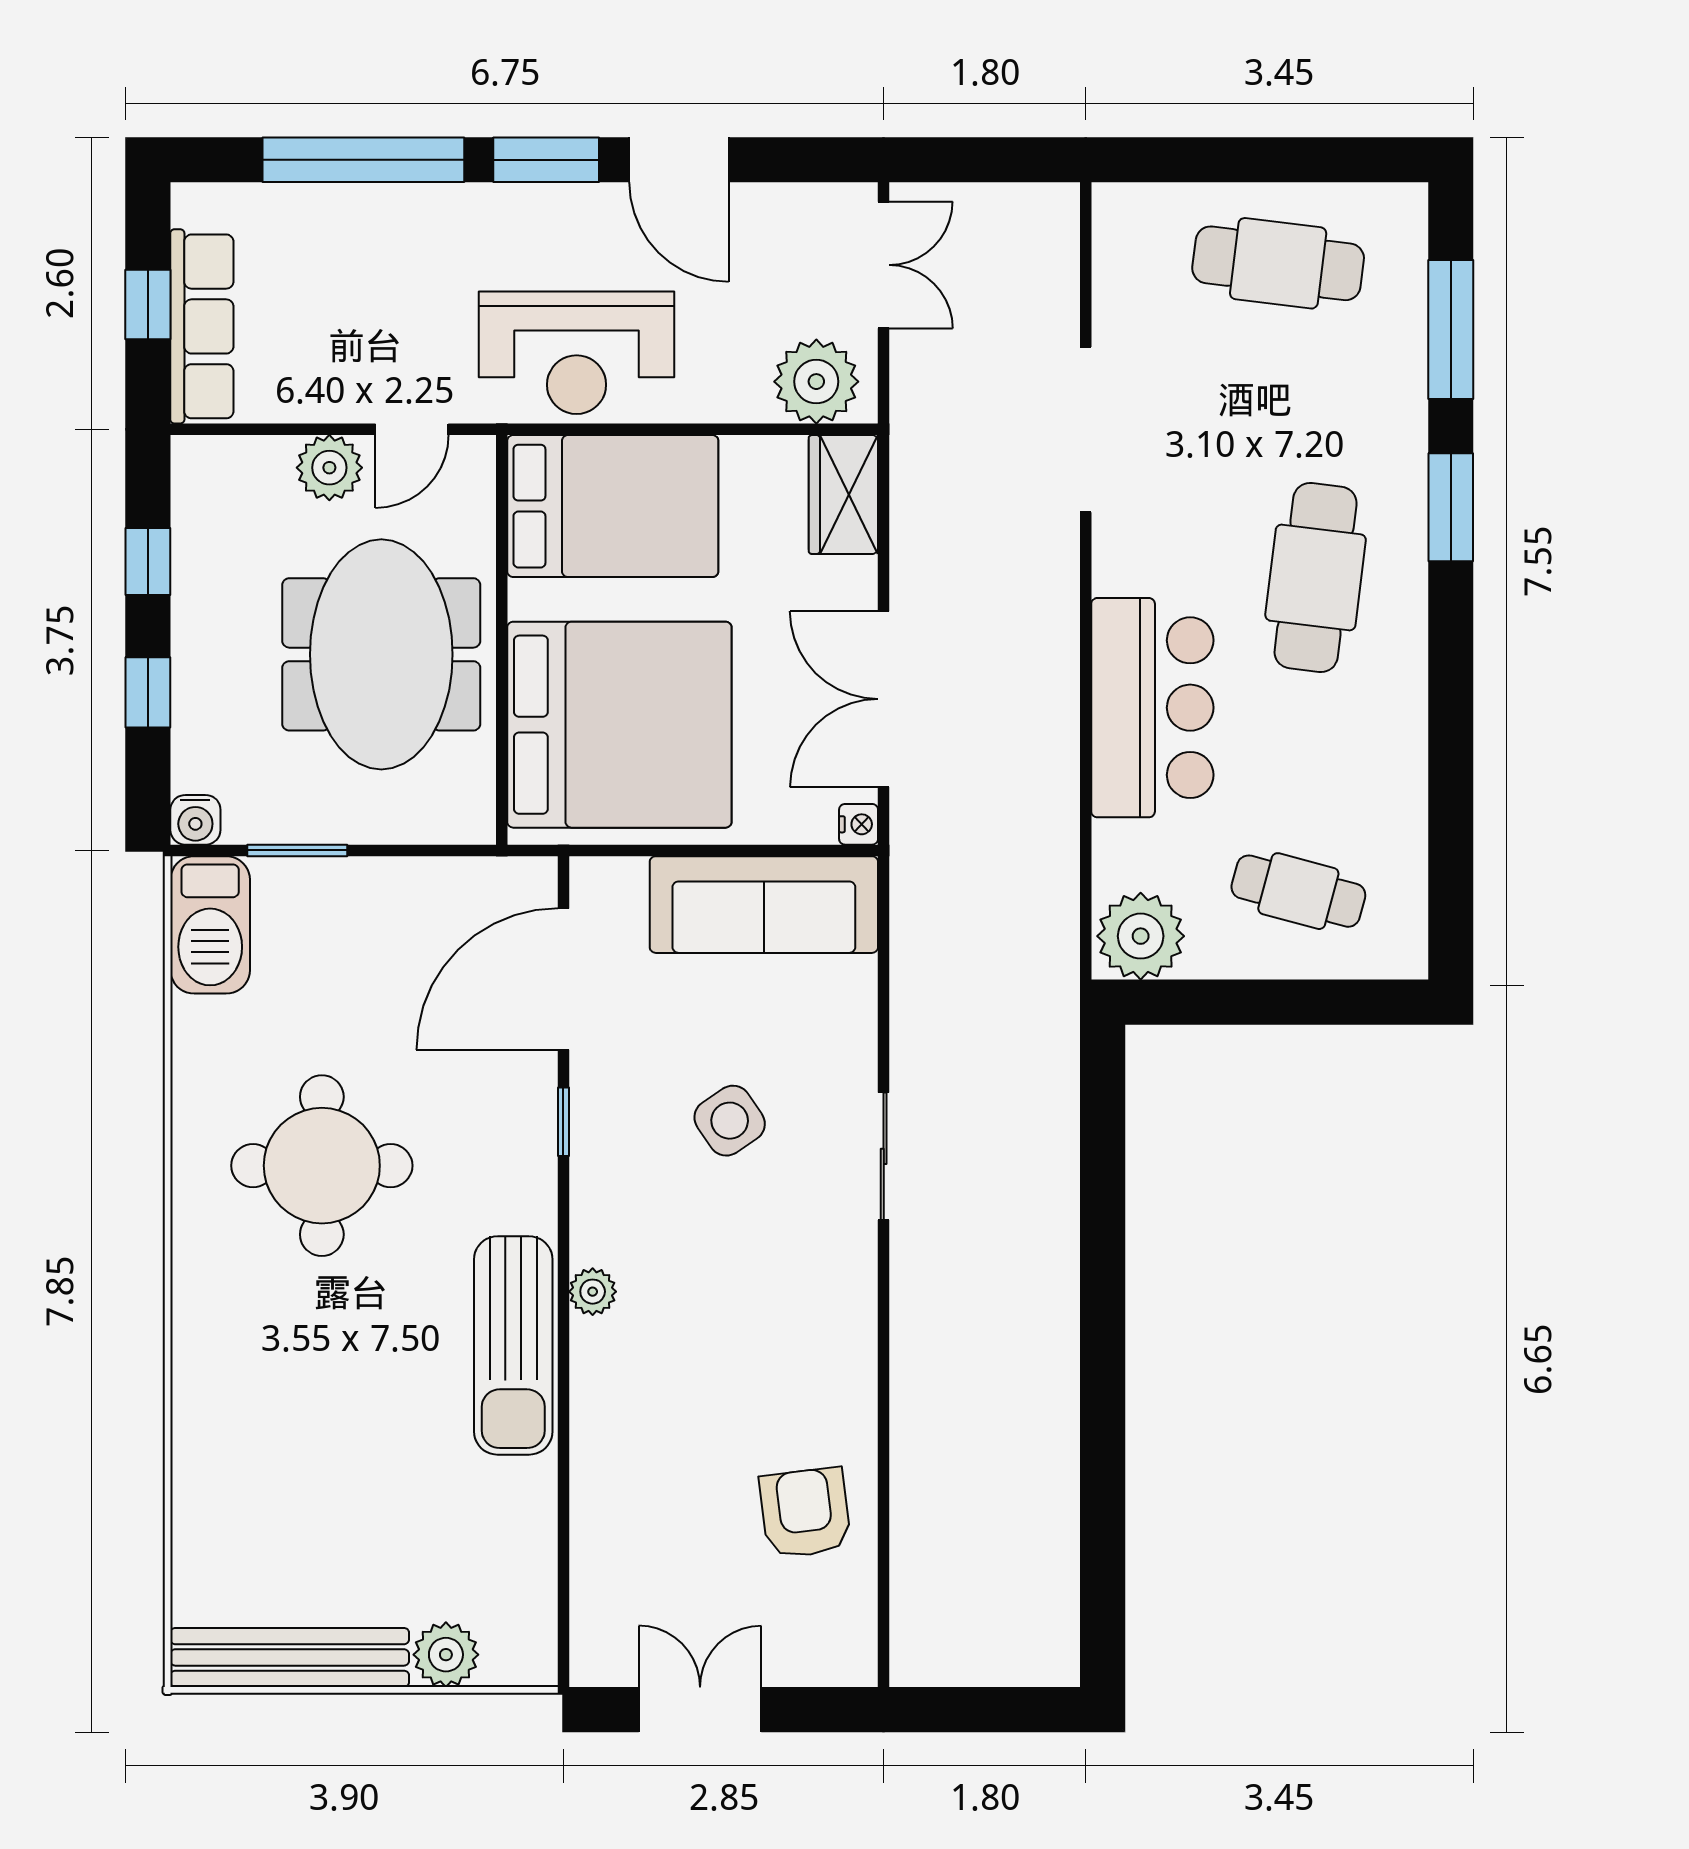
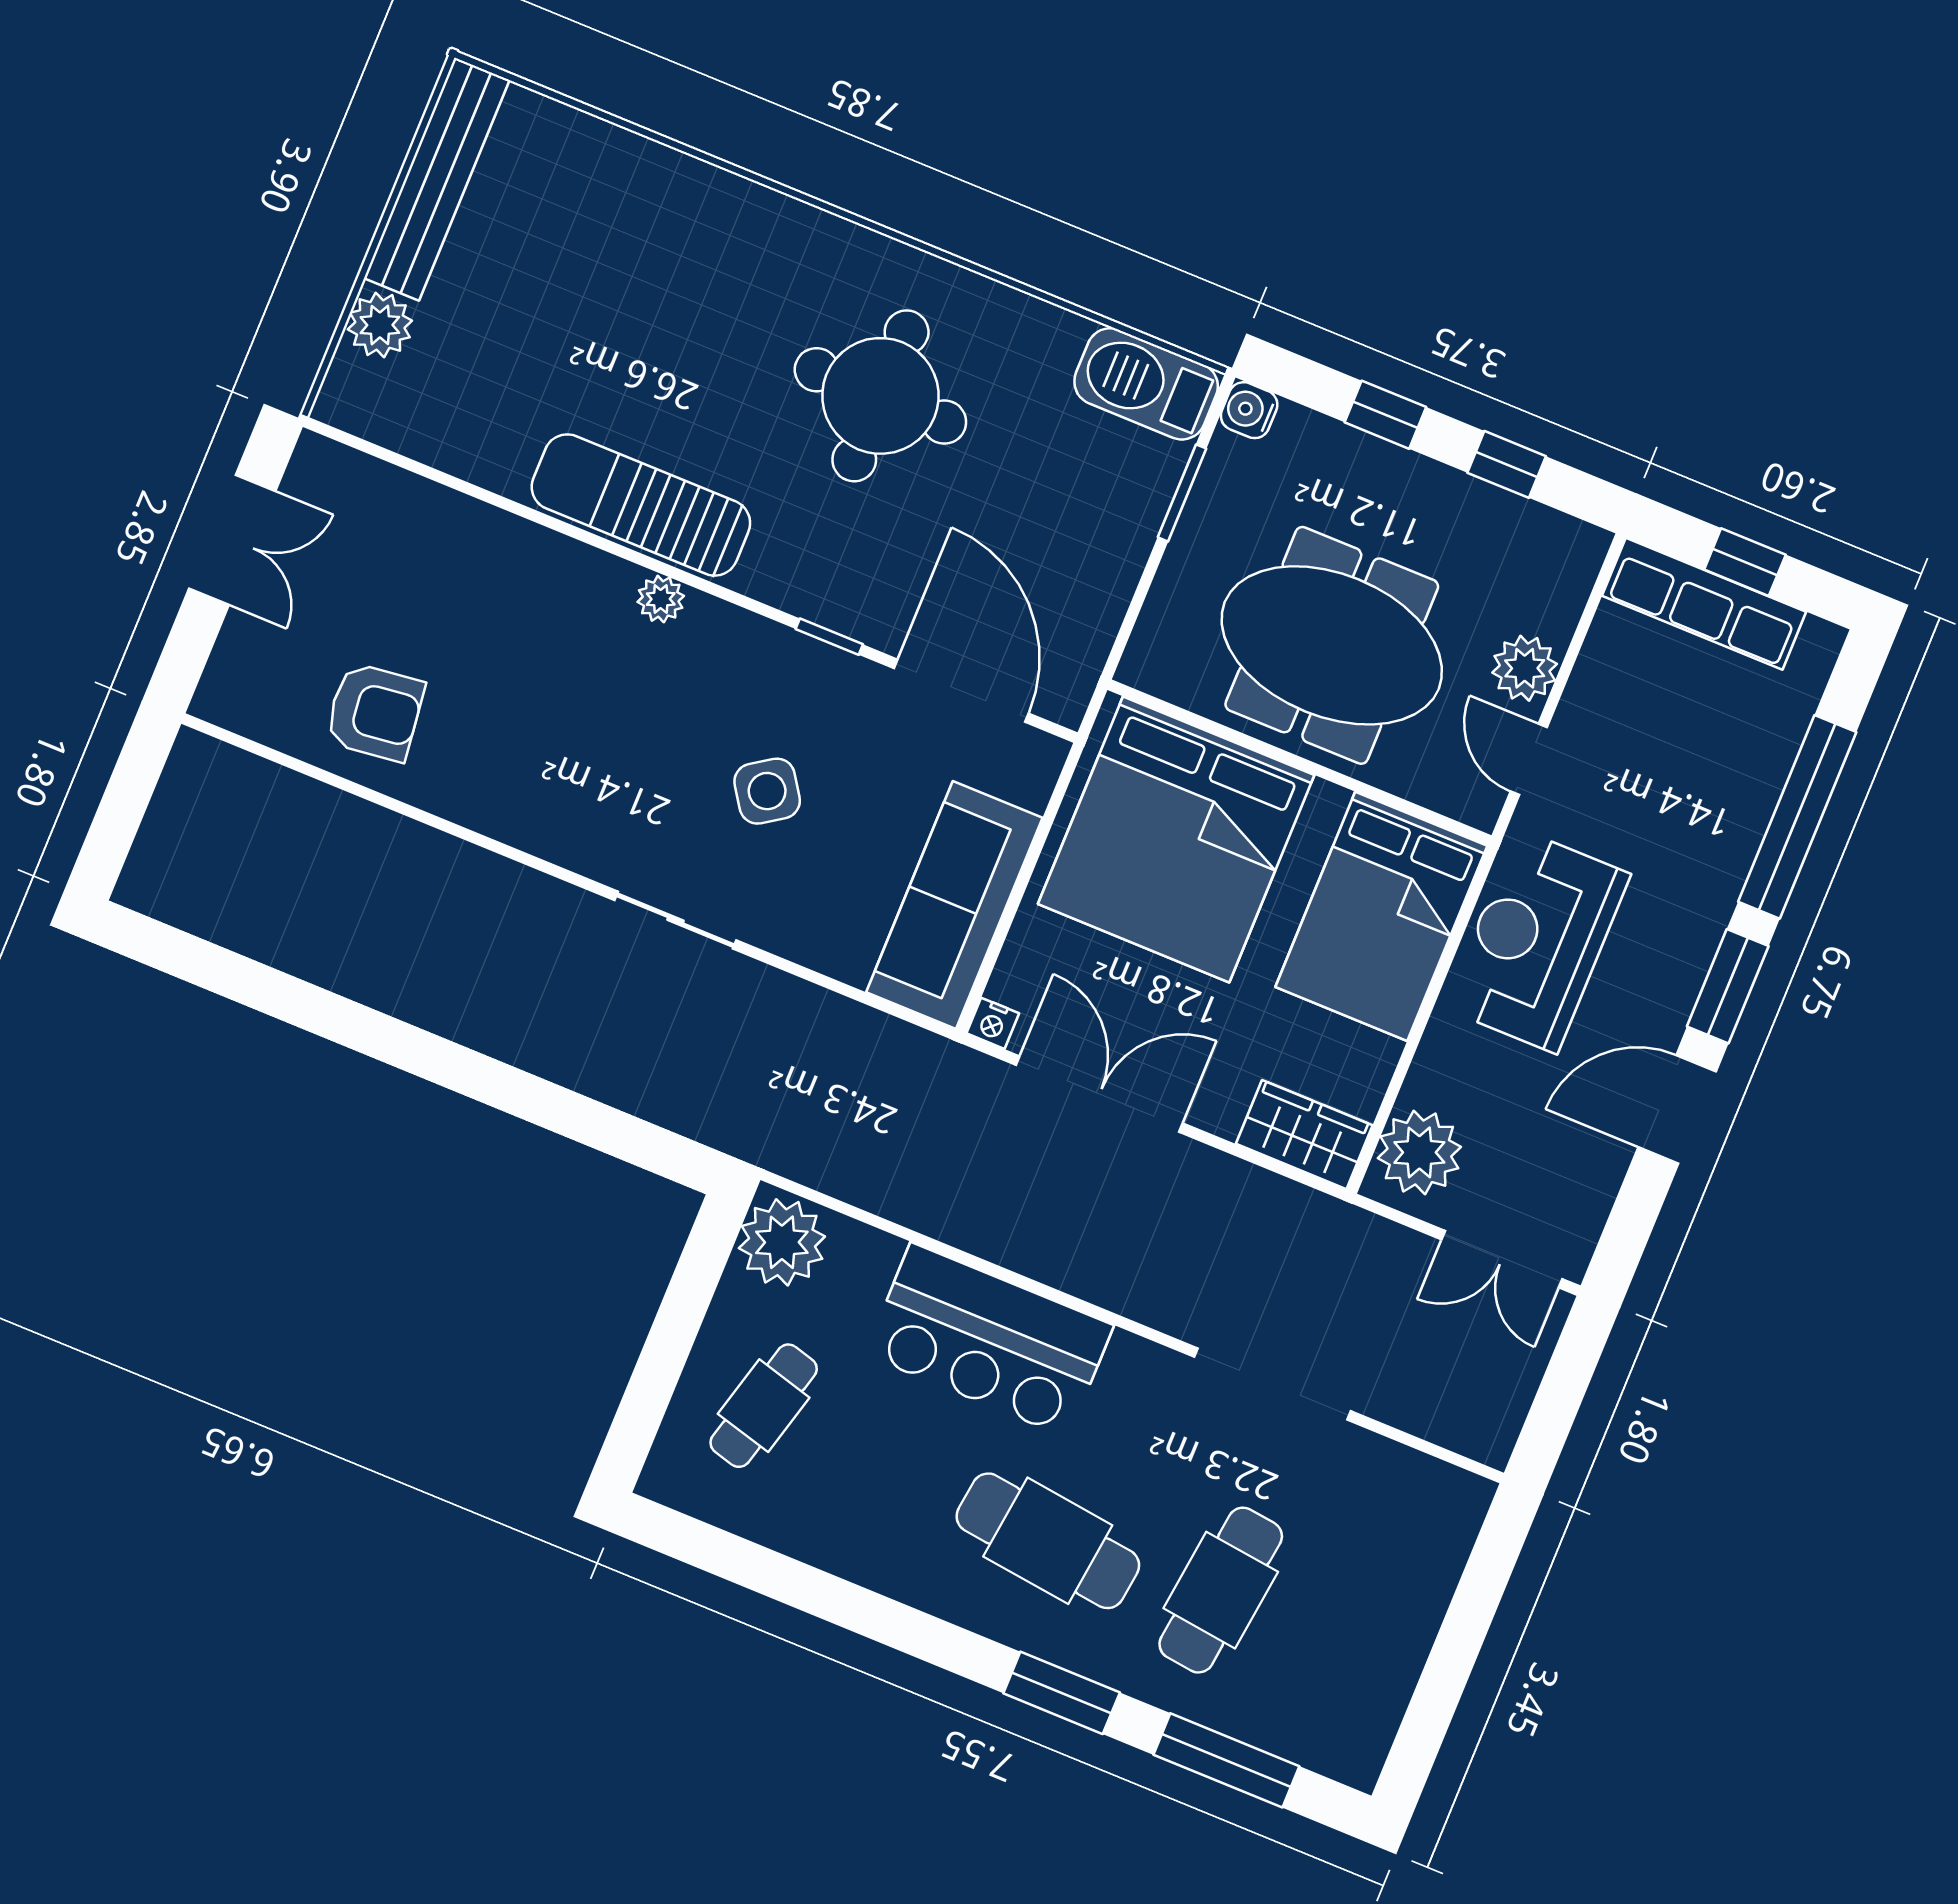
cafe table: (1278, 263) -> (1221, 1590), moved

